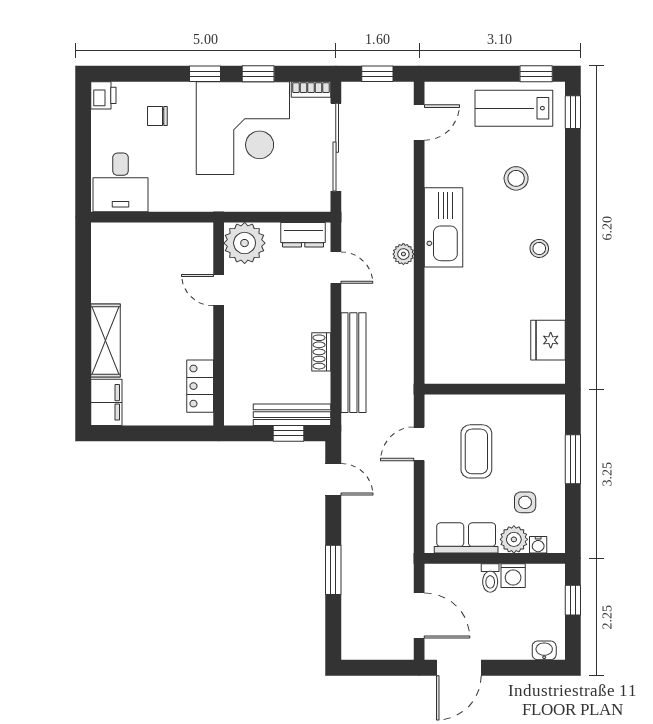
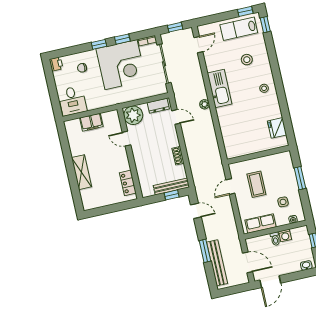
bench: (353, 363) -> (217, 263), moved
filing cabinet: (106, 402) -> (91, 122), moved, turned 90
plant: (514, 539) -> (282, 219), removed

